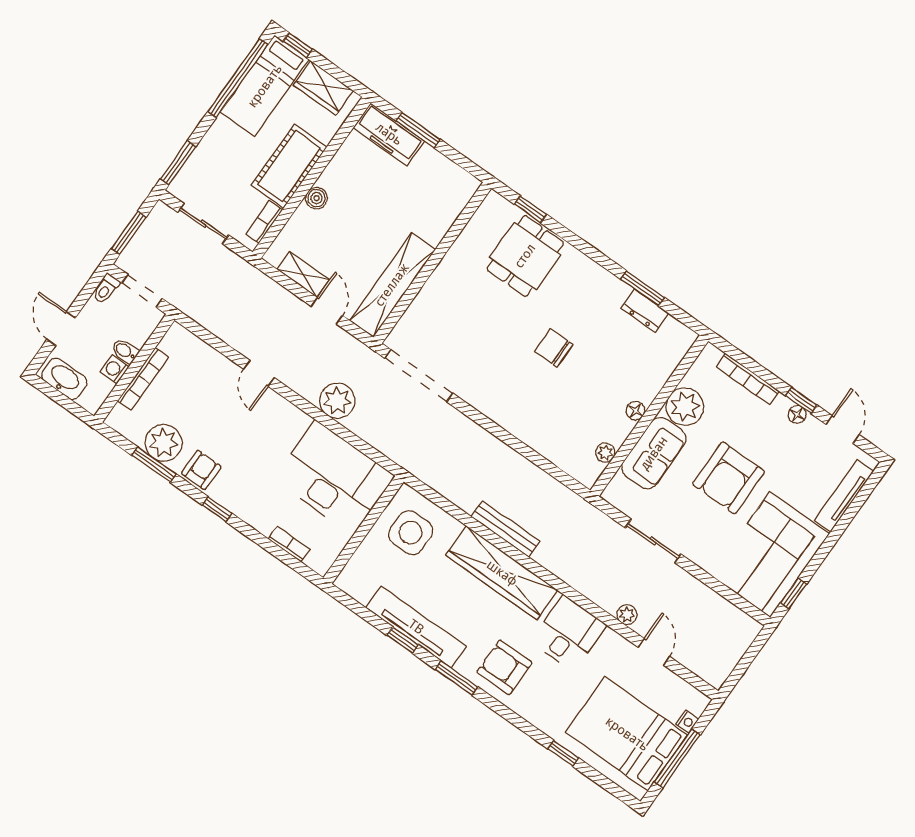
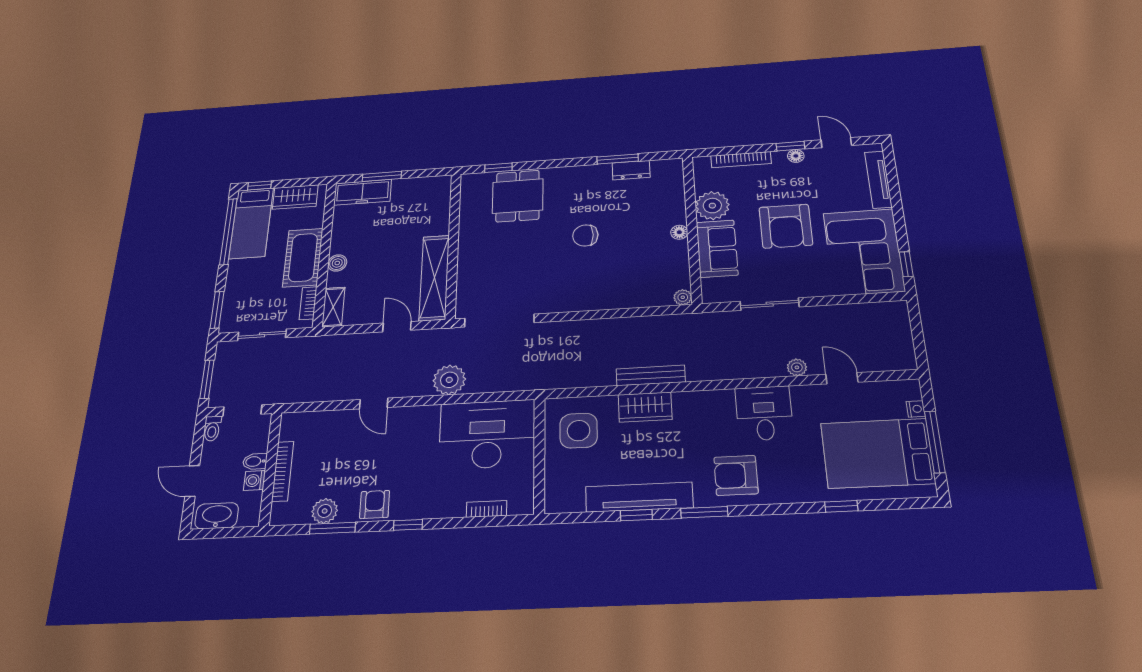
shelving: (303, 274) -> (333, 307), moved, turned 90
plant: (164, 443) -> (325, 511), width x0.73, depth x0.73
plant: (605, 453) -> (683, 297), moved
wardrobe: (502, 573) -> (645, 407), width x0.48, depth x0.85

